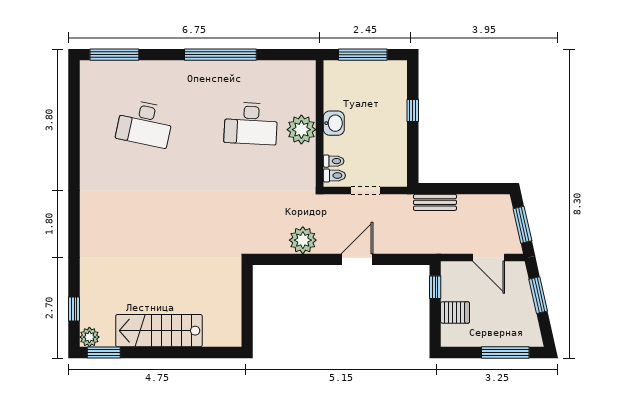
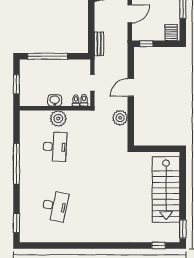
window: (114, 55) -> (16, 223), width x0.69
window: (363, 55) -> (16, 84), width x0.69
window: (413, 110) -> (48, 56), width x3.17
door: (357, 259) -> (131, 87), hinge flipped
server rack: (455, 312) -> (171, 33), moved
stairs: (159, 331) -> (166, 189), width x1.36, depth x1.51
plant: (89, 337) -> (174, 237), removed

